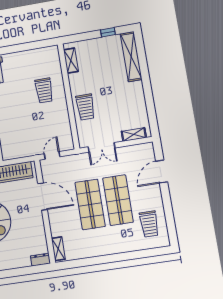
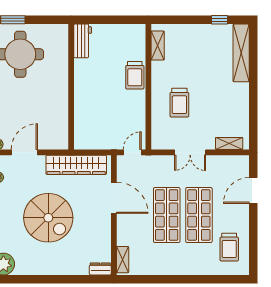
shelving: (71, 61) -> (158, 46), moved
wall: (69, 96) -> (148, 87), moved

